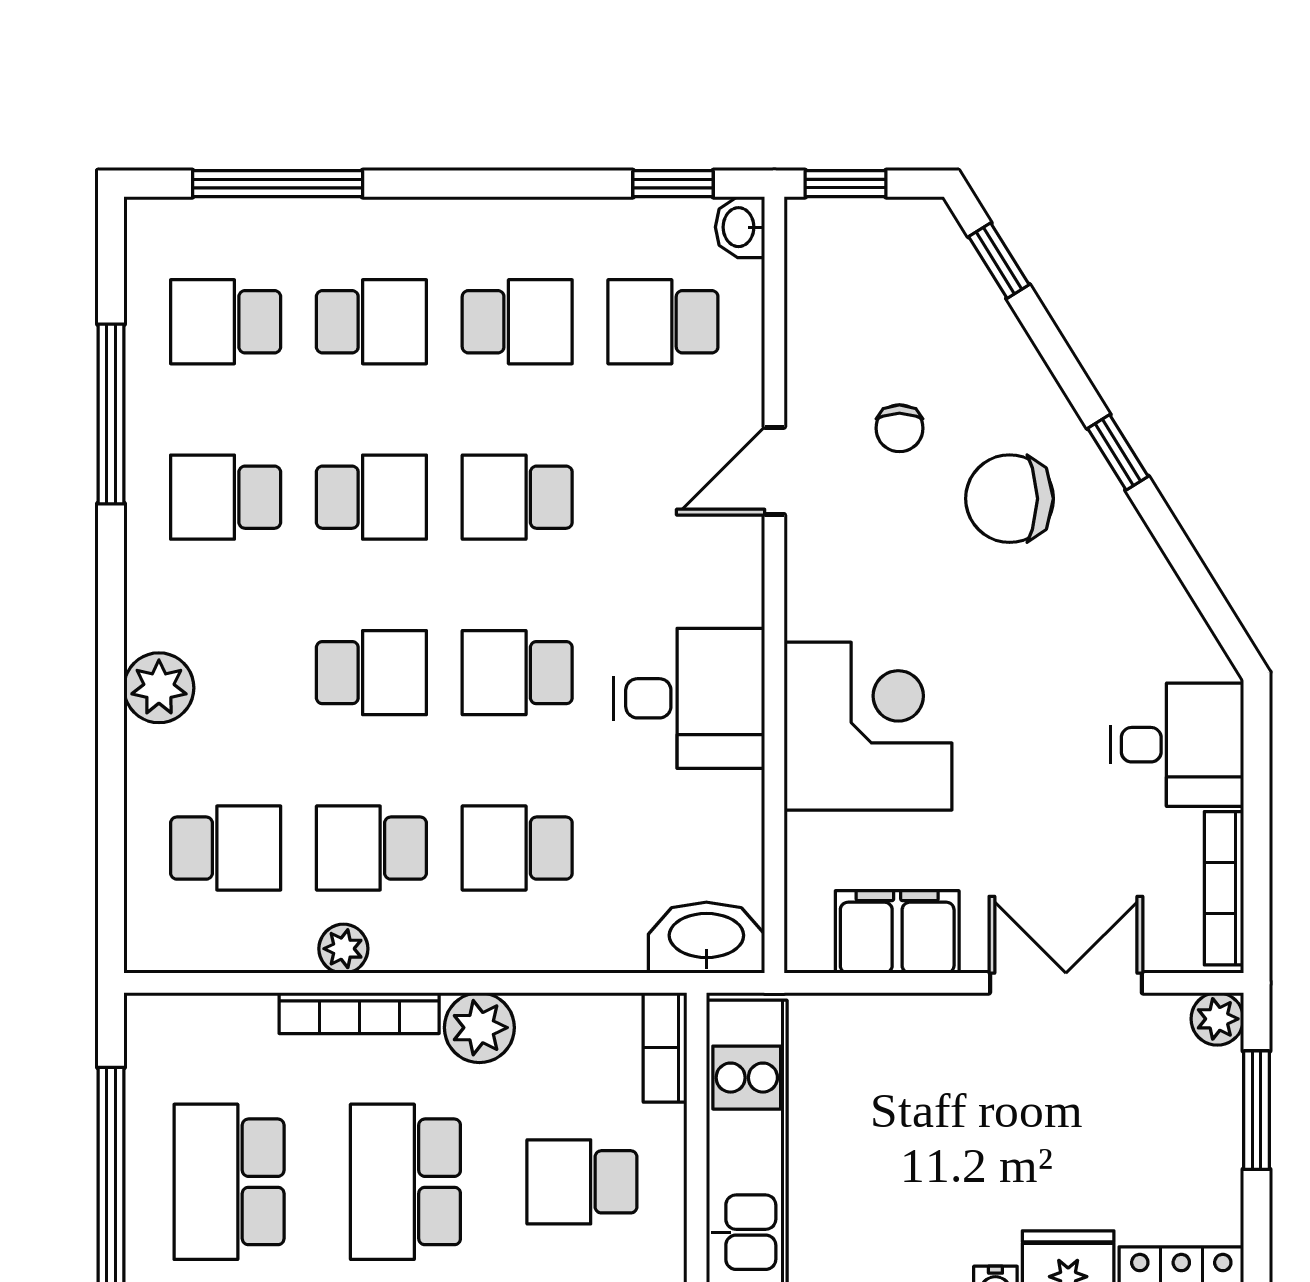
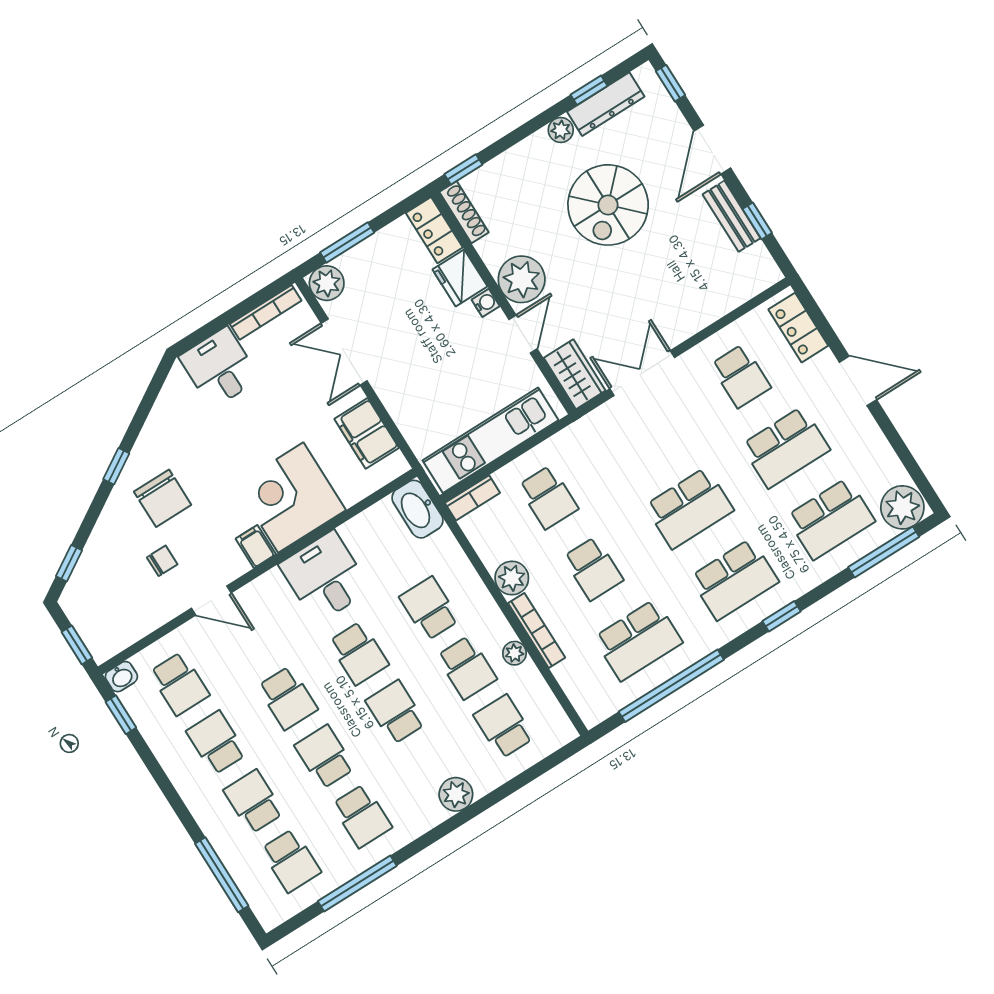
filing cabinet: (820, 610) -> (256, 547), added
school desk: (517, 848) -> (429, 608), turned 180
plant: (1217, 1019) -> (327, 283), width x1.38, depth x1.38
school desk: (405, 1182) -> (593, 569), width x0.54

